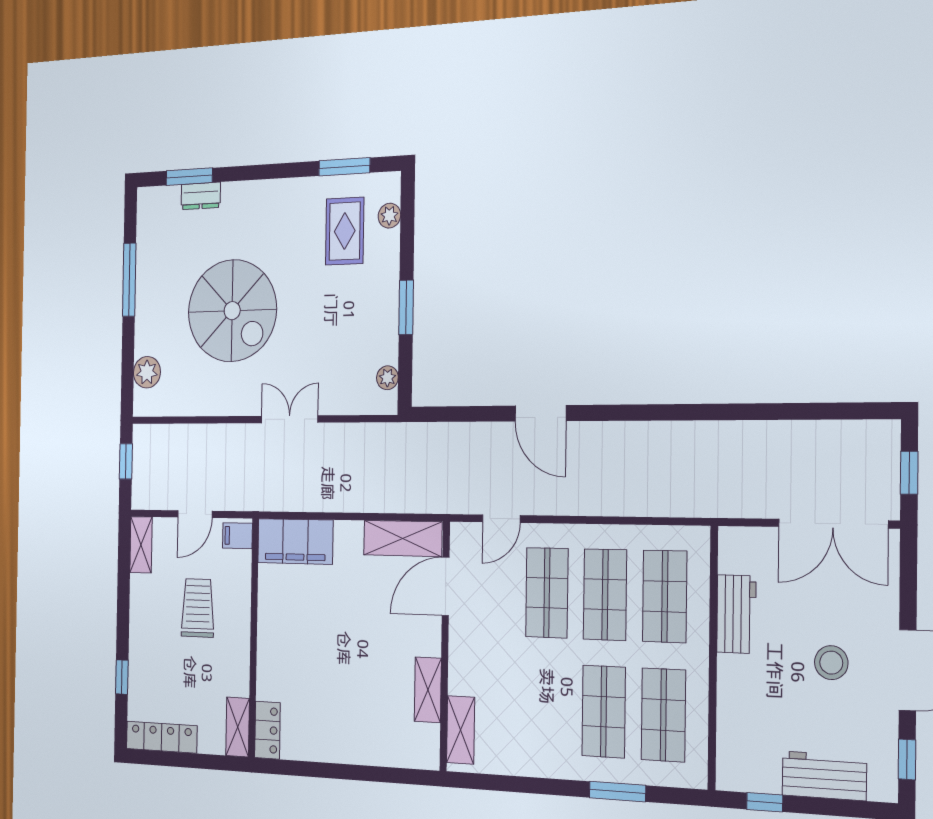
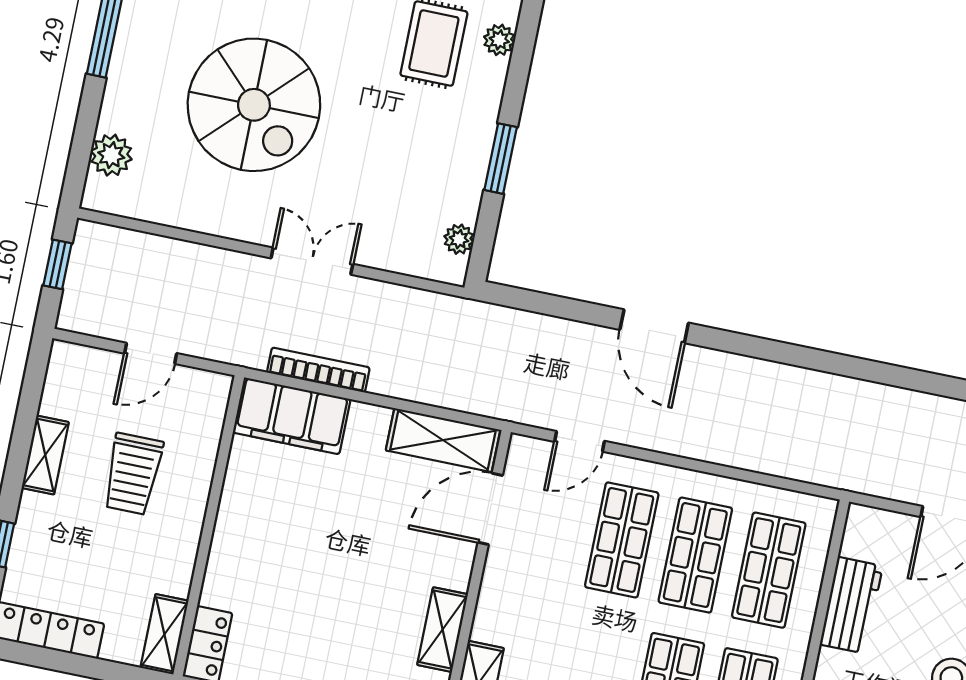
bookcase: (308, 502) -> (318, 370), added
filing cabinet: (237, 536) -> (209, 393), removed
shelving: (141, 545) -> (45, 455), moved
trolley: (198, 608) -> (133, 474), turned 180

